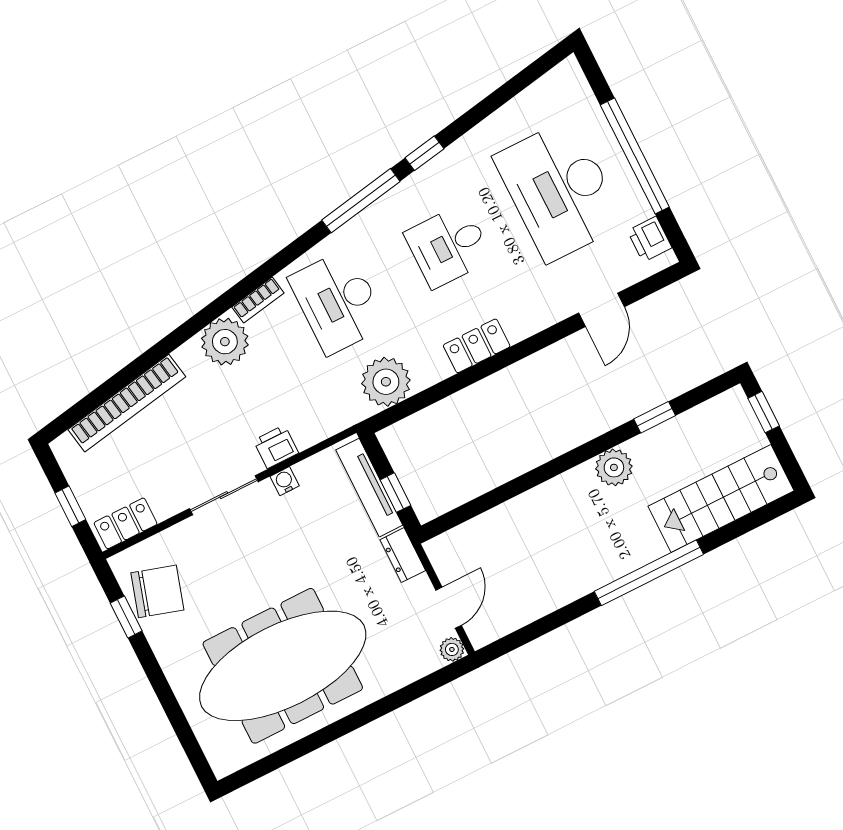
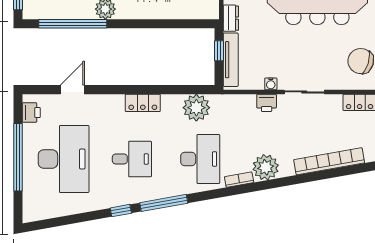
window: (655, 417) -> (73, 24), width x3.17

